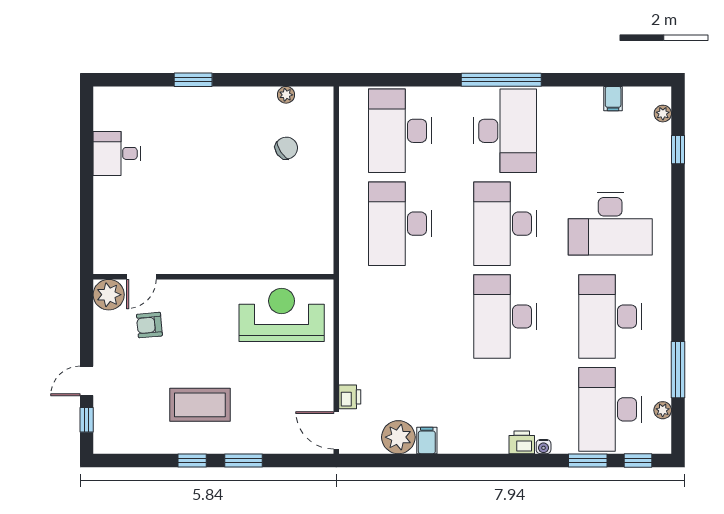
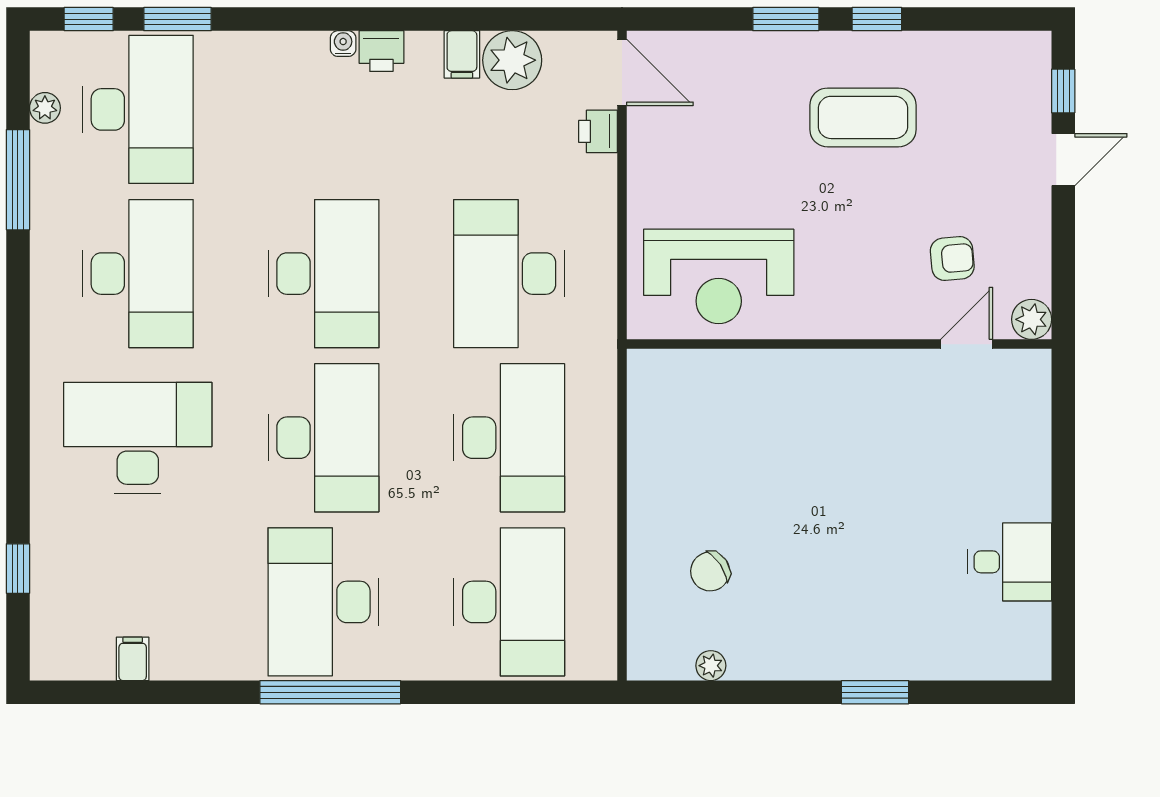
plant: (663, 114) -> (45, 632), removed
plant: (109, 295) -> (1032, 319), width x0.73, depth x0.73
desk: (400, 317) -> (509, 274), added
printer: (522, 442) -> (381, 51), moved
water cooler: (544, 447) -> (343, 44), moved

